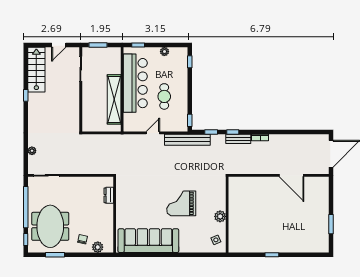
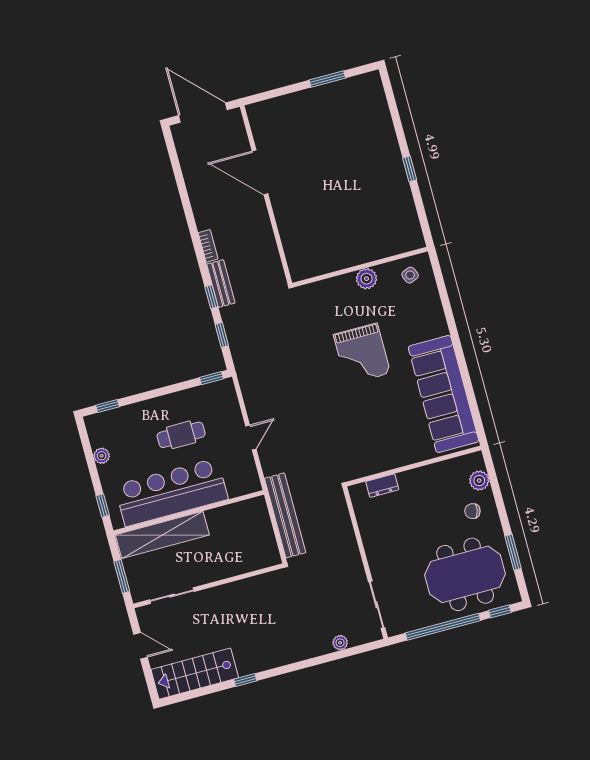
shelving: (114, 99) -> (162, 535), moved
door: (153, 133) -> (251, 437), swing flipped
bench: (187, 140) -> (285, 515), moved
door: (291, 175) -> (260, 172), swing flipped

